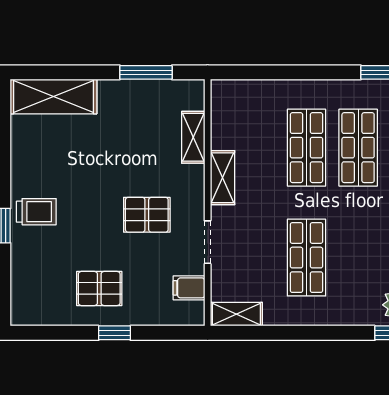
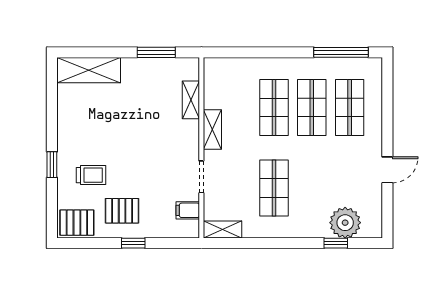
trolley: (36, 212) -> (91, 175), moved
pallet: (147, 215) -> (77, 223), moved

